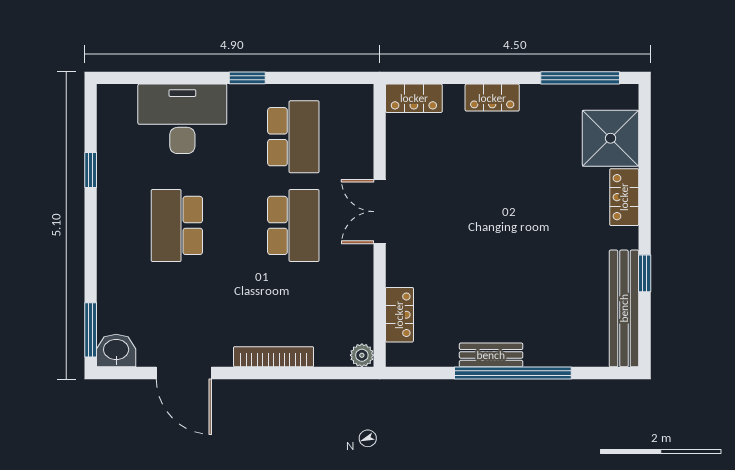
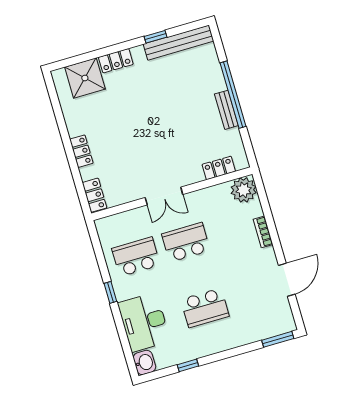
window: (580, 78) -> (56, 105), removed
washbasin: (116, 350) -> (144, 362), moved, turned 180
plant: (362, 355) -> (244, 190), width x1.88, depth x1.88
bookcase: (274, 357) -> (263, 232), width x0.64

